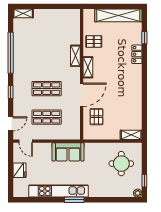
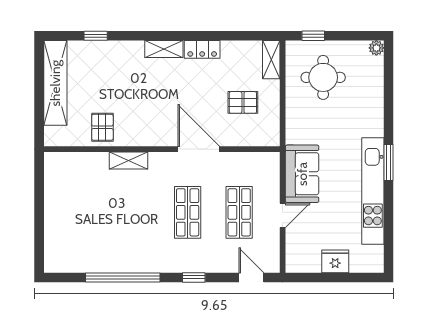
shelving: (23, 13) -> (52, 255), removed
locker: (137, 54) -> (202, 49), moved
shelving: (88, 67) -> (164, 49), moved
pallet: (96, 117) -> (243, 102), moved
door: (26, 141) -> (283, 215), moved
window: (144, 181) -> (313, 36), moved

